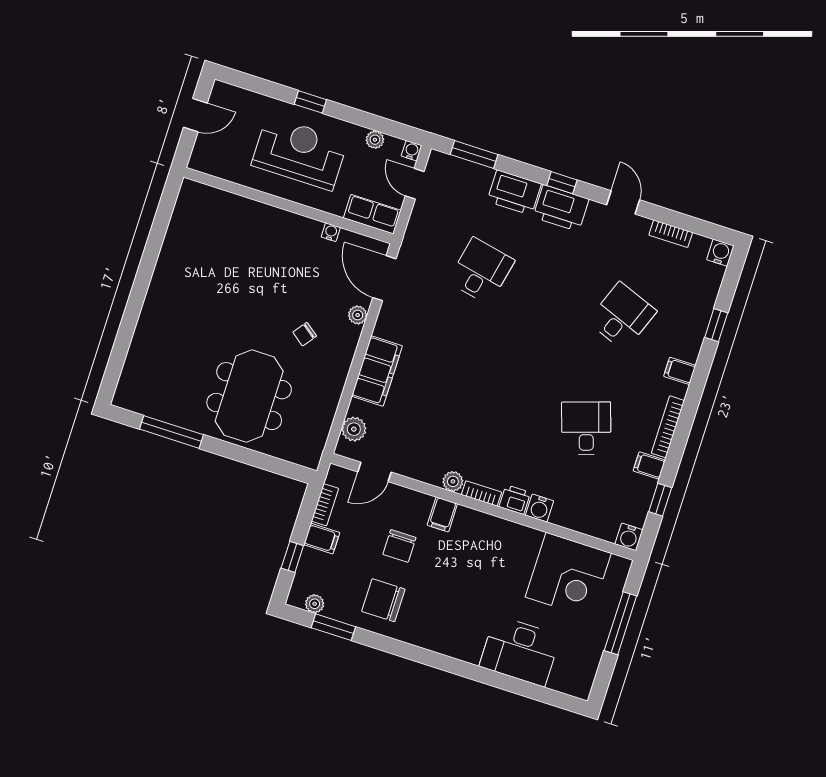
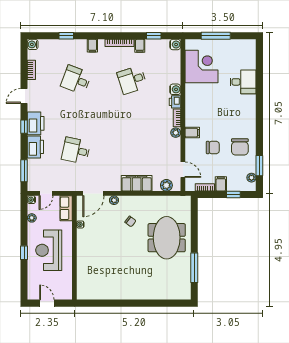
meeting table: (249, 396) -> (167, 238), turned 90
desk: (520, 651) -> (243, 82), width x0.73

